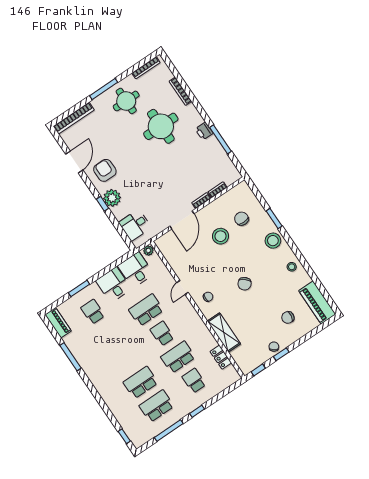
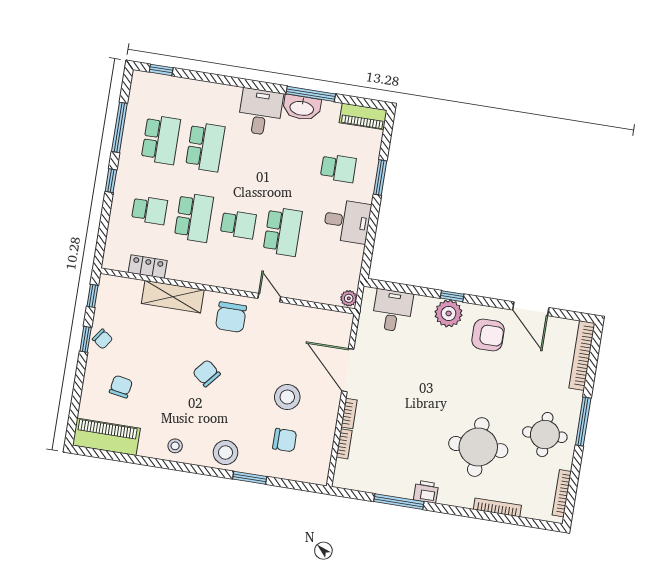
desk: (136, 270) -> (260, 112), moved, turned -90
chair: (208, 297) -> (231, 317), width x1.87, depth x1.87
washbasin: (81, 355) -> (302, 108), added

